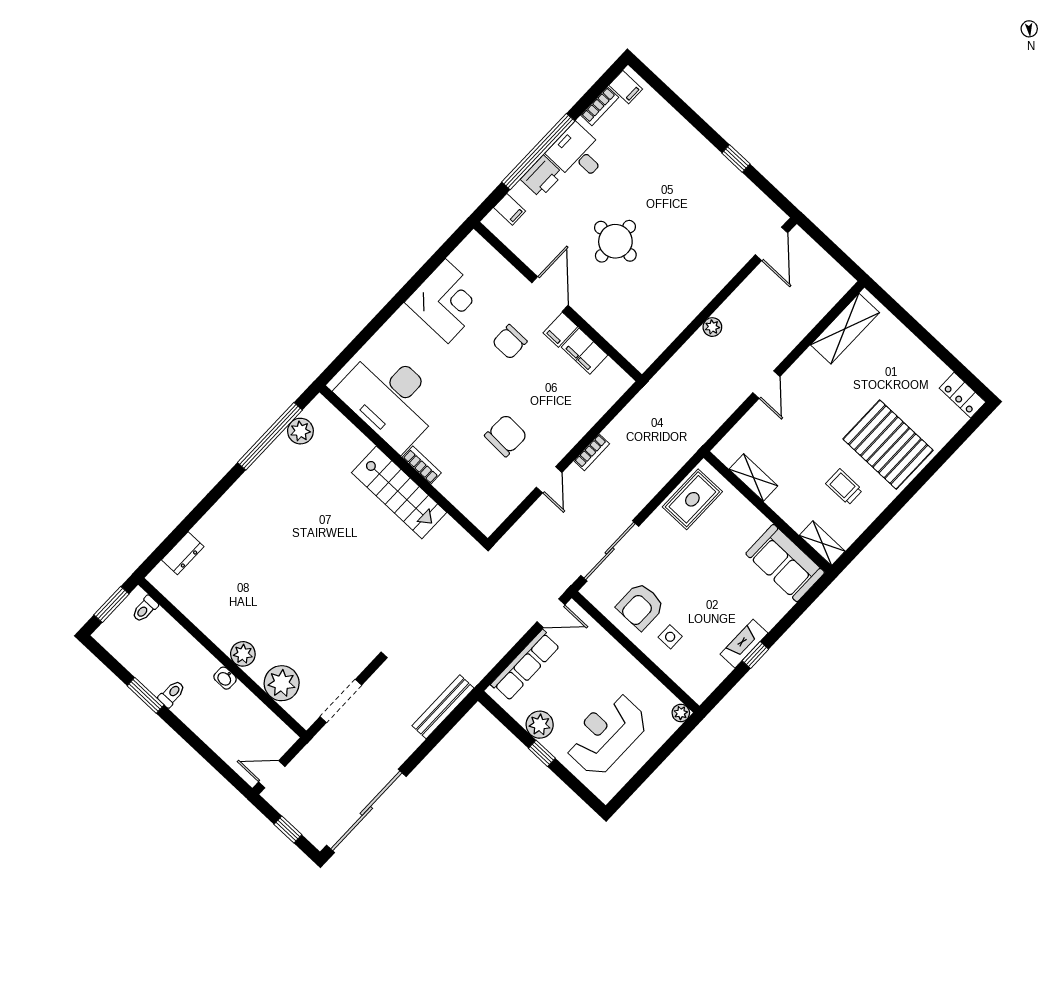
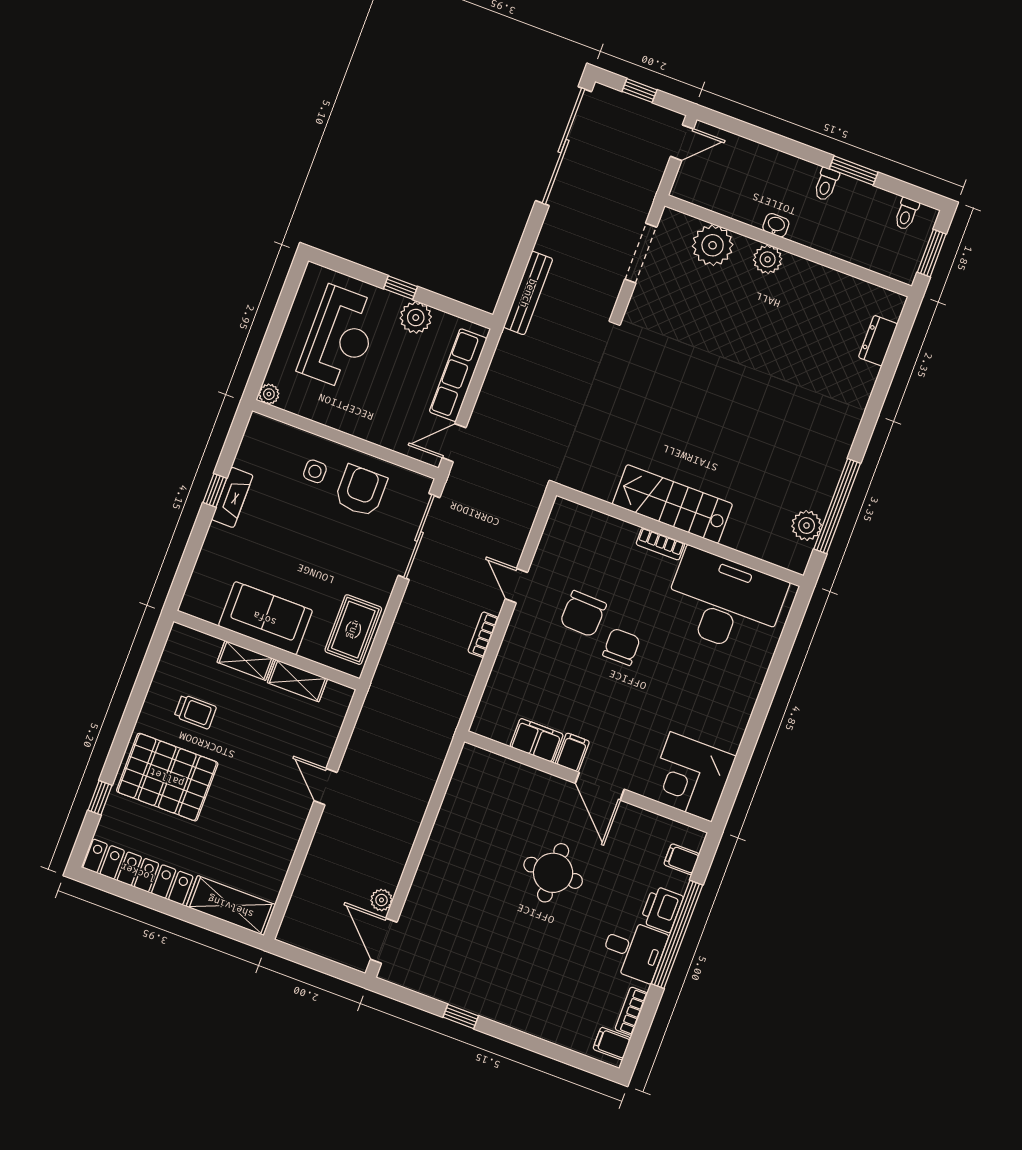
corner desk: (447, 301) -> (691, 777), moved
plant: (712, 327) -> (381, 900), moved
shelving: (845, 329) -> (231, 906), moved, turned 90
chair: (510, 342) -> (621, 647), moved
locker: (962, 395) -> (138, 872), width x2.16, depth x1.21
window: (948, 451) -> (100, 798), added
shelving: (822, 543) -> (245, 660), moved
sofa: (785, 563) -> (265, 618), moved
toilet: (145, 609) -> (906, 214), moved, turned 180

